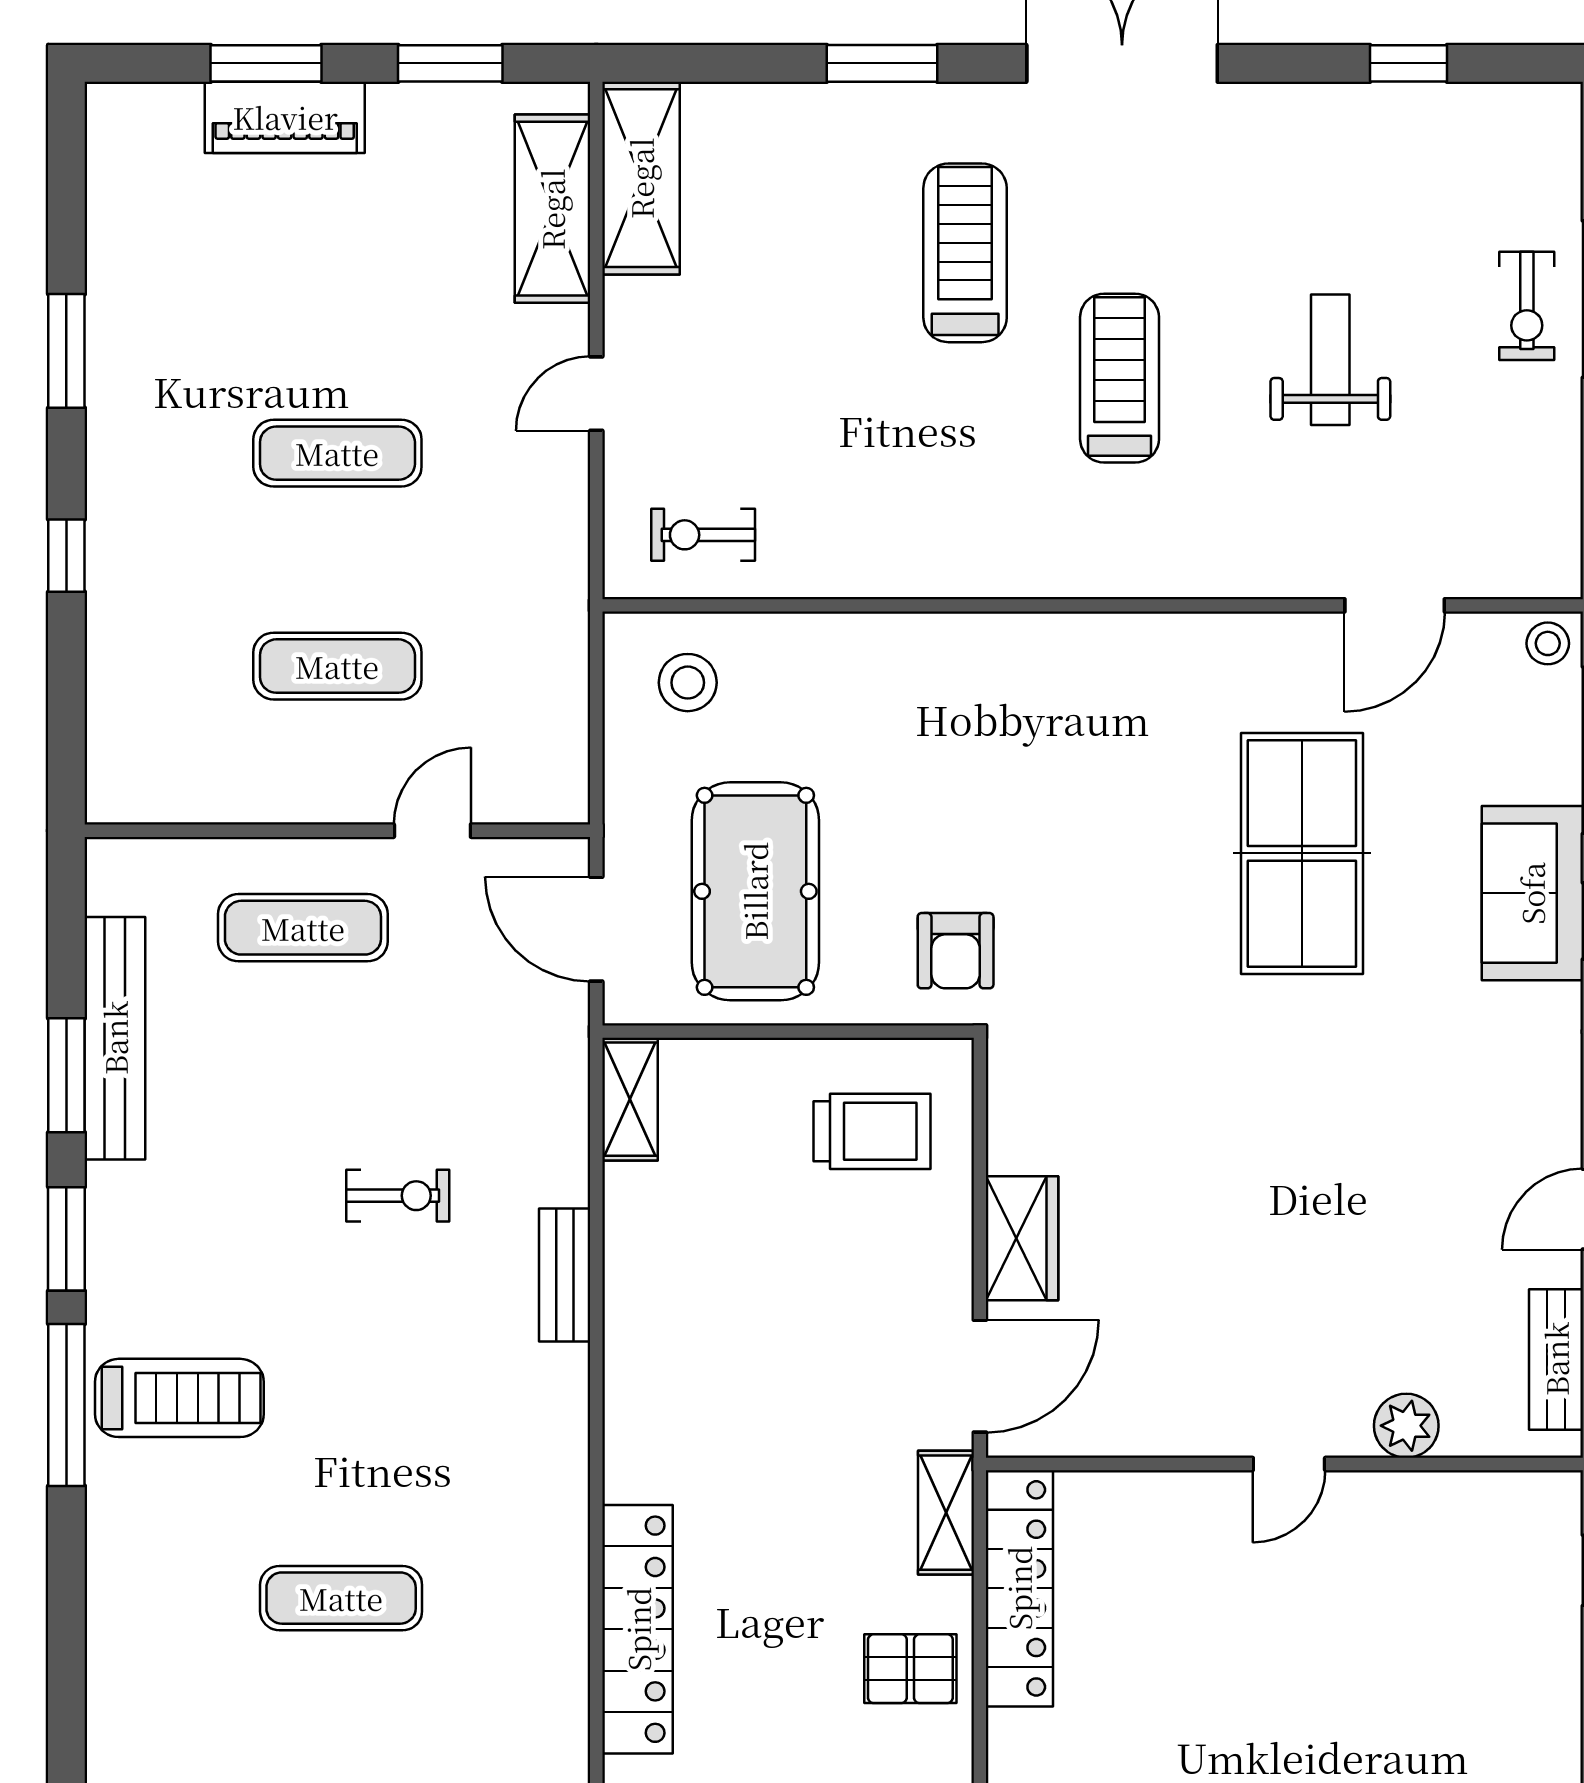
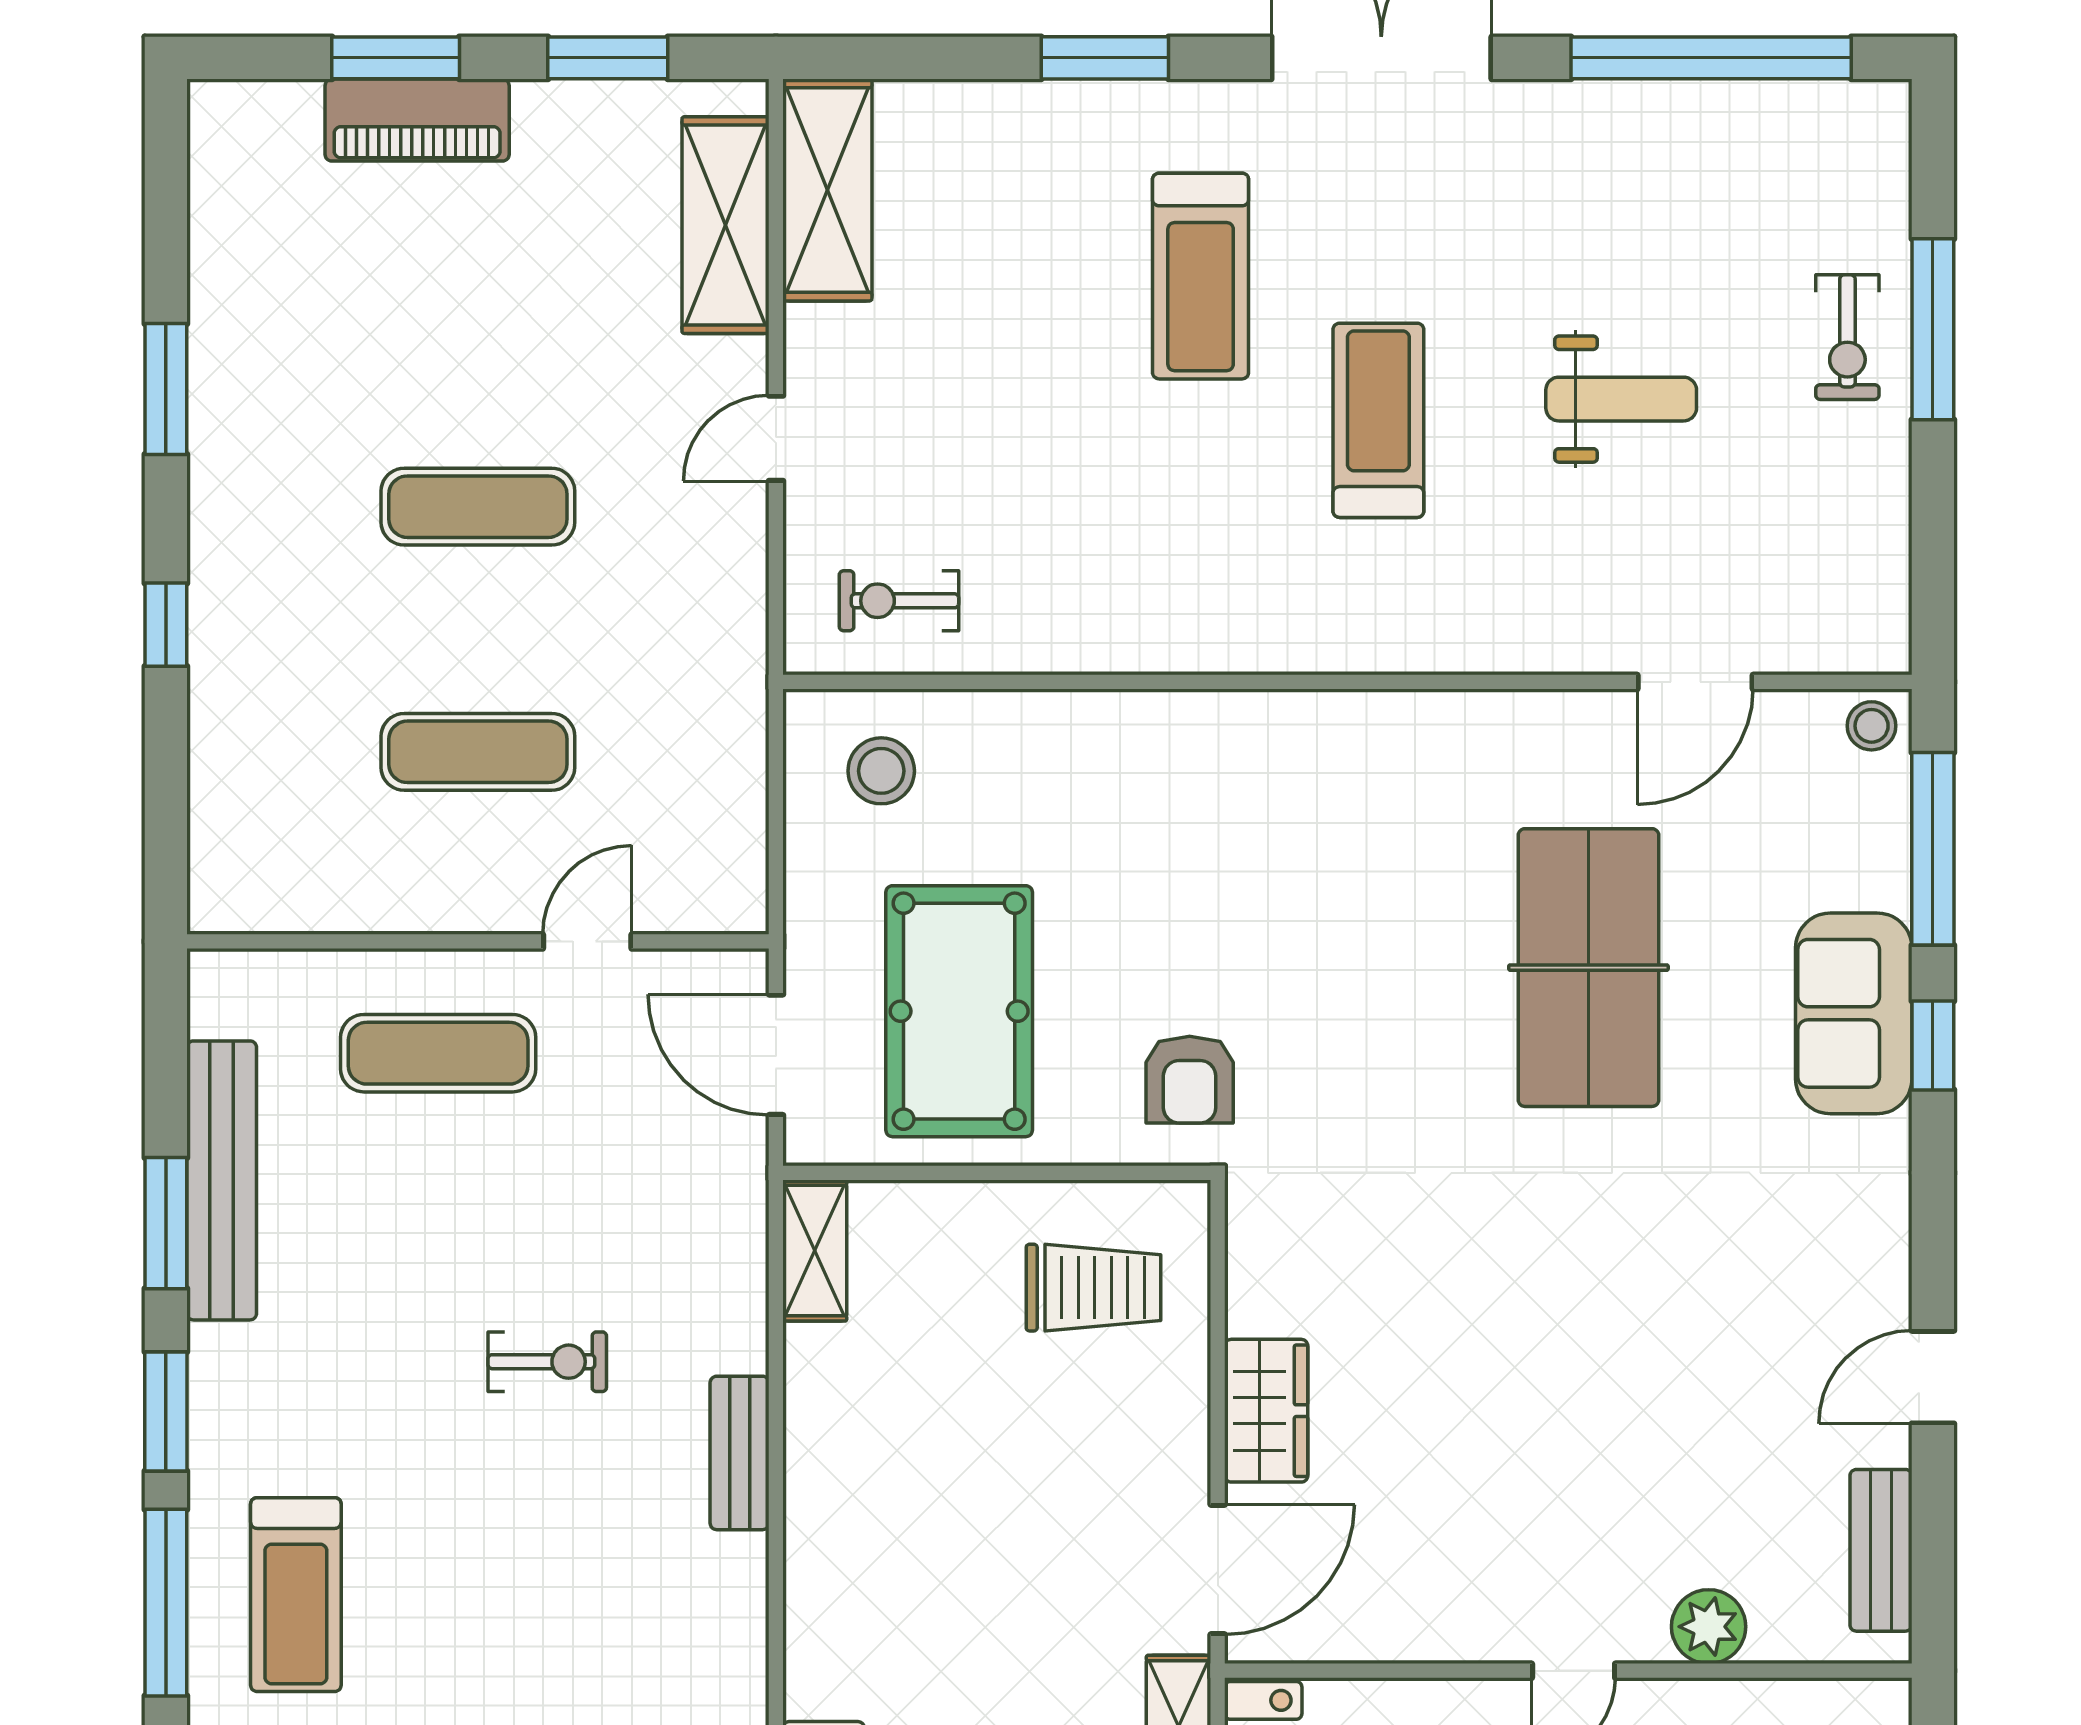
window: (1408, 63) -> (1711, 58), width x3.17
treadmill: (965, 253) -> (1201, 276), turned 180
weight bench: (1330, 360) -> (1621, 399), turned 90
treadmill: (179, 1398) -> (296, 1595), turned 90

